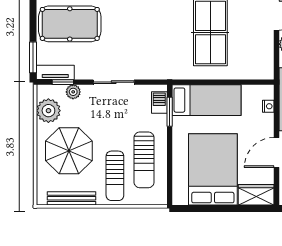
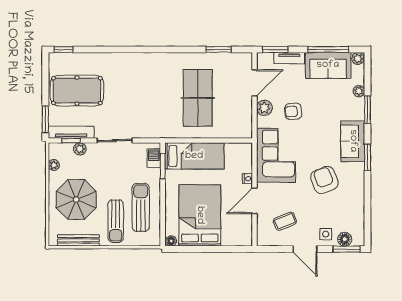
tv unit: (55, 72) -> (71, 132), width x1.41
nightstand: (268, 106) -> (247, 179), moved
plant: (48, 111) -> (54, 165), width x0.53, depth x0.53
sun lounger: (144, 160) -> (141, 207), turned 180
wardrobe: (256, 195) -> (237, 237), removed
floor lamp: (180, 199) -> (171, 241), added

